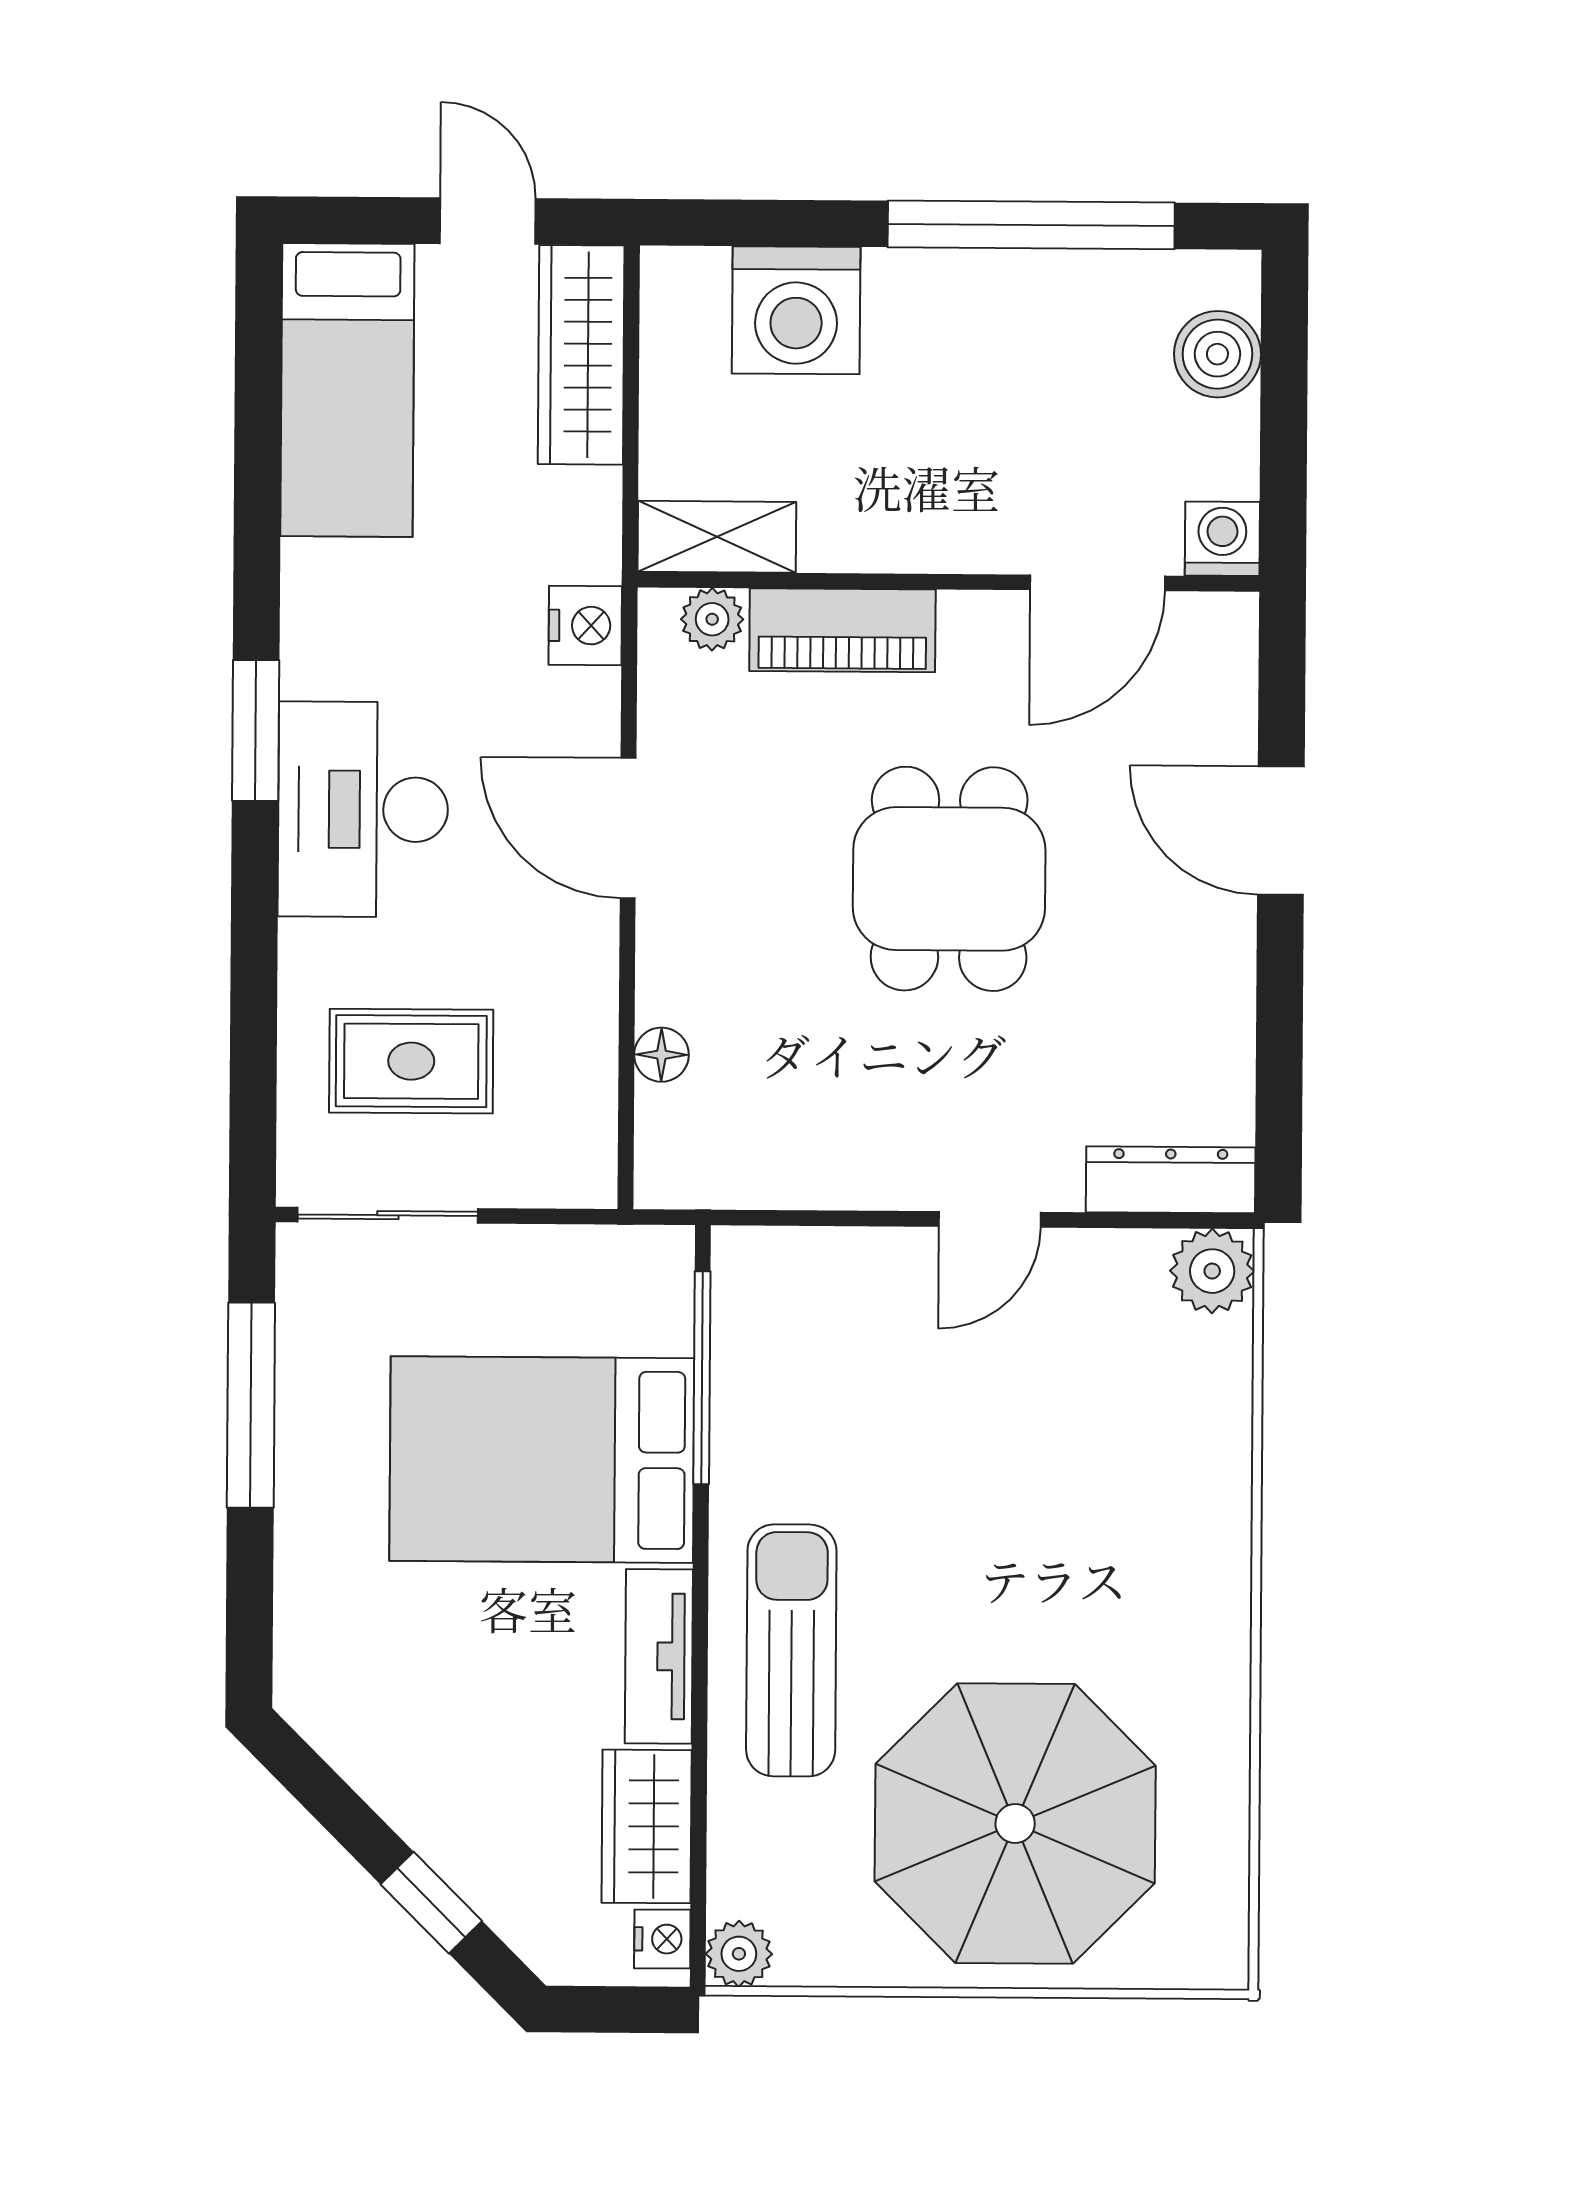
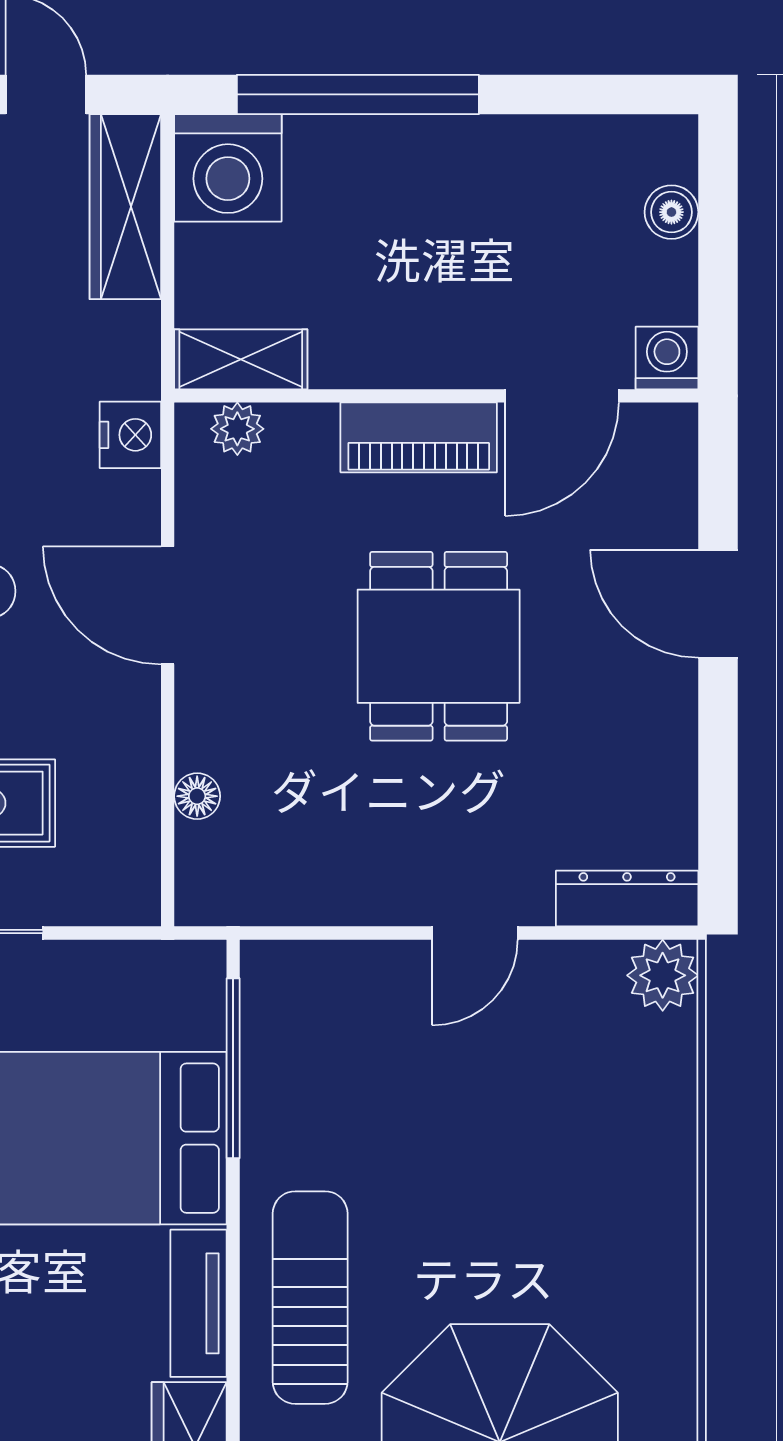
window: (1031, 225) -> (358, 94), moved
washing machine: (796, 310) -> (228, 168), moved
boiler: (1217, 354) -> (671, 212), width x0.73, depth x0.73
piano: (842, 630) -> (419, 437), moved

